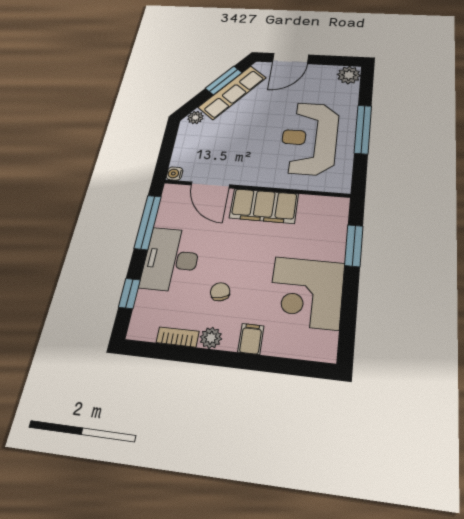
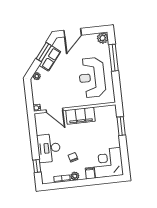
row of seats: (232, 92) -> (50, 58), width x0.68
window: (363, 129) -> (113, 58), moved
window: (148, 222) -> (33, 134), removed
corner desk: (306, 293) -> (108, 163), moved, turned 90

